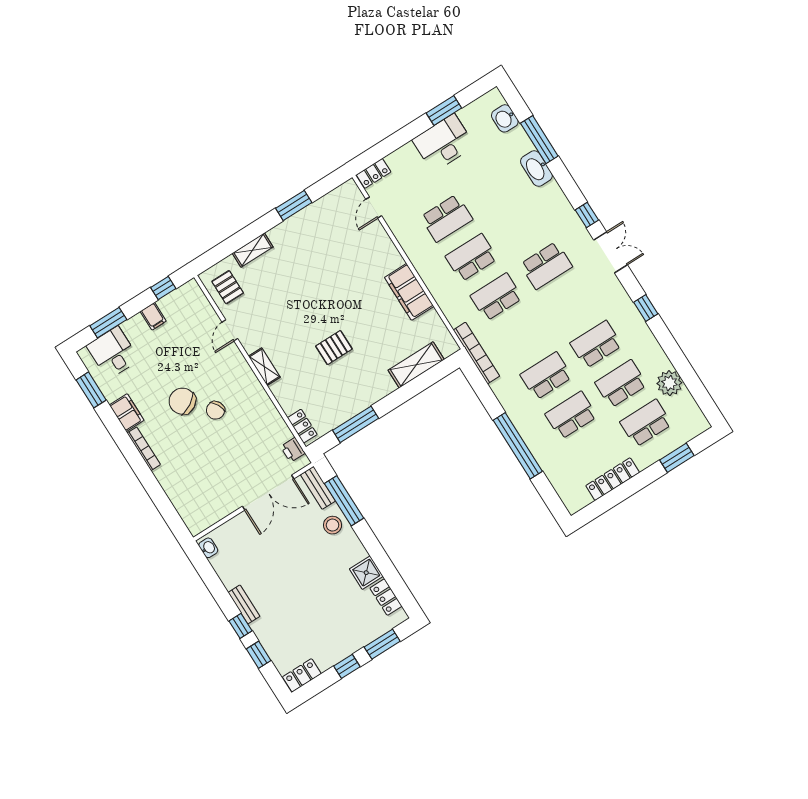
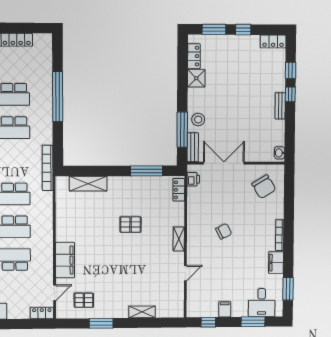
pallet: (228, 287) -> (84, 300), moved, turned 90
filing cabinet: (409, 292) -> (65, 260), moved
chair: (182, 401) -> (264, 187), moved

